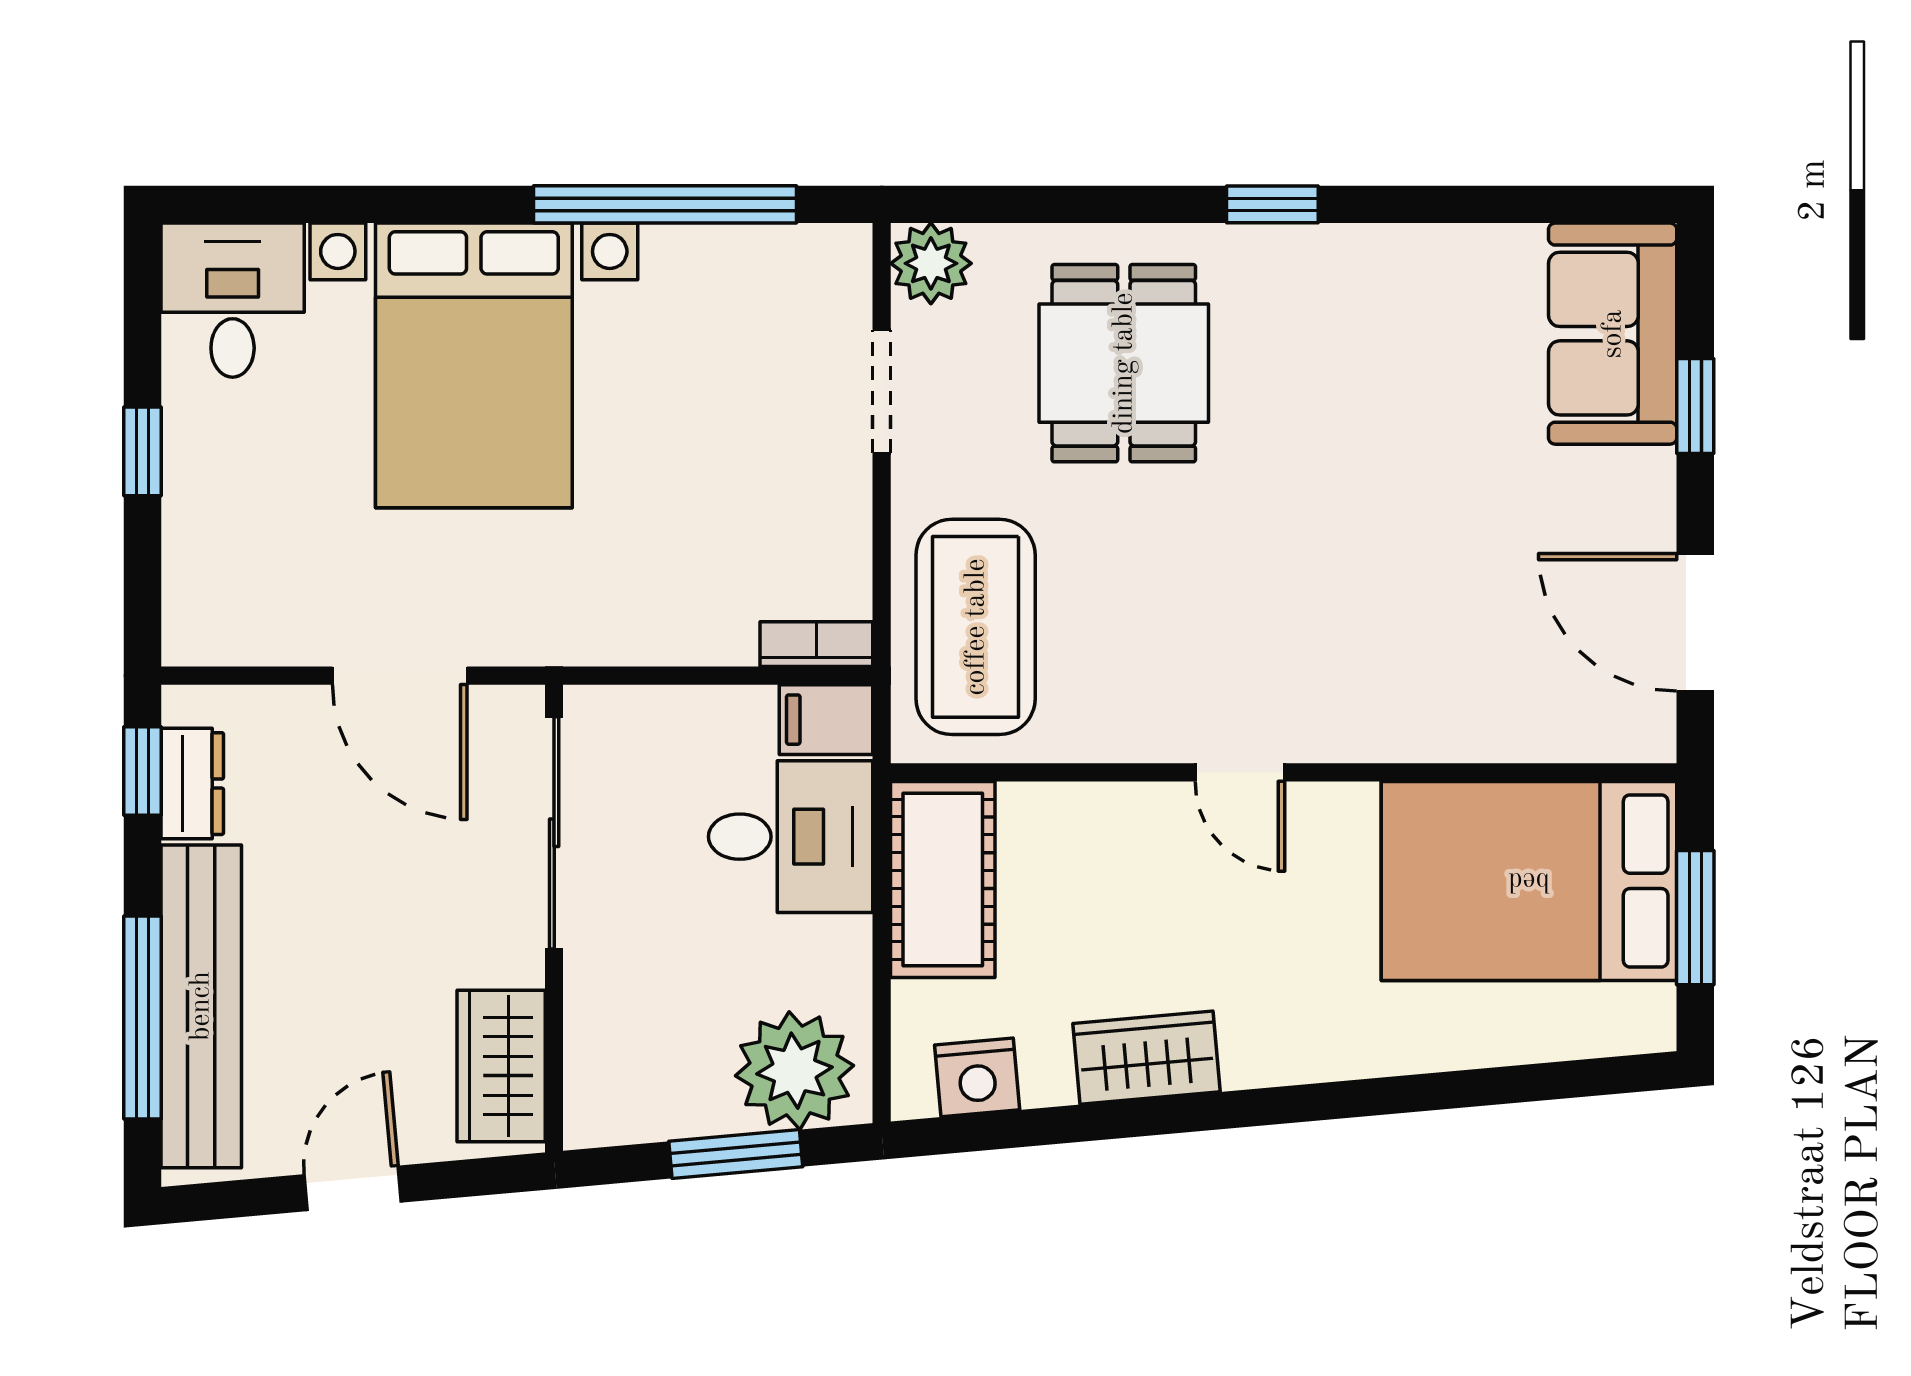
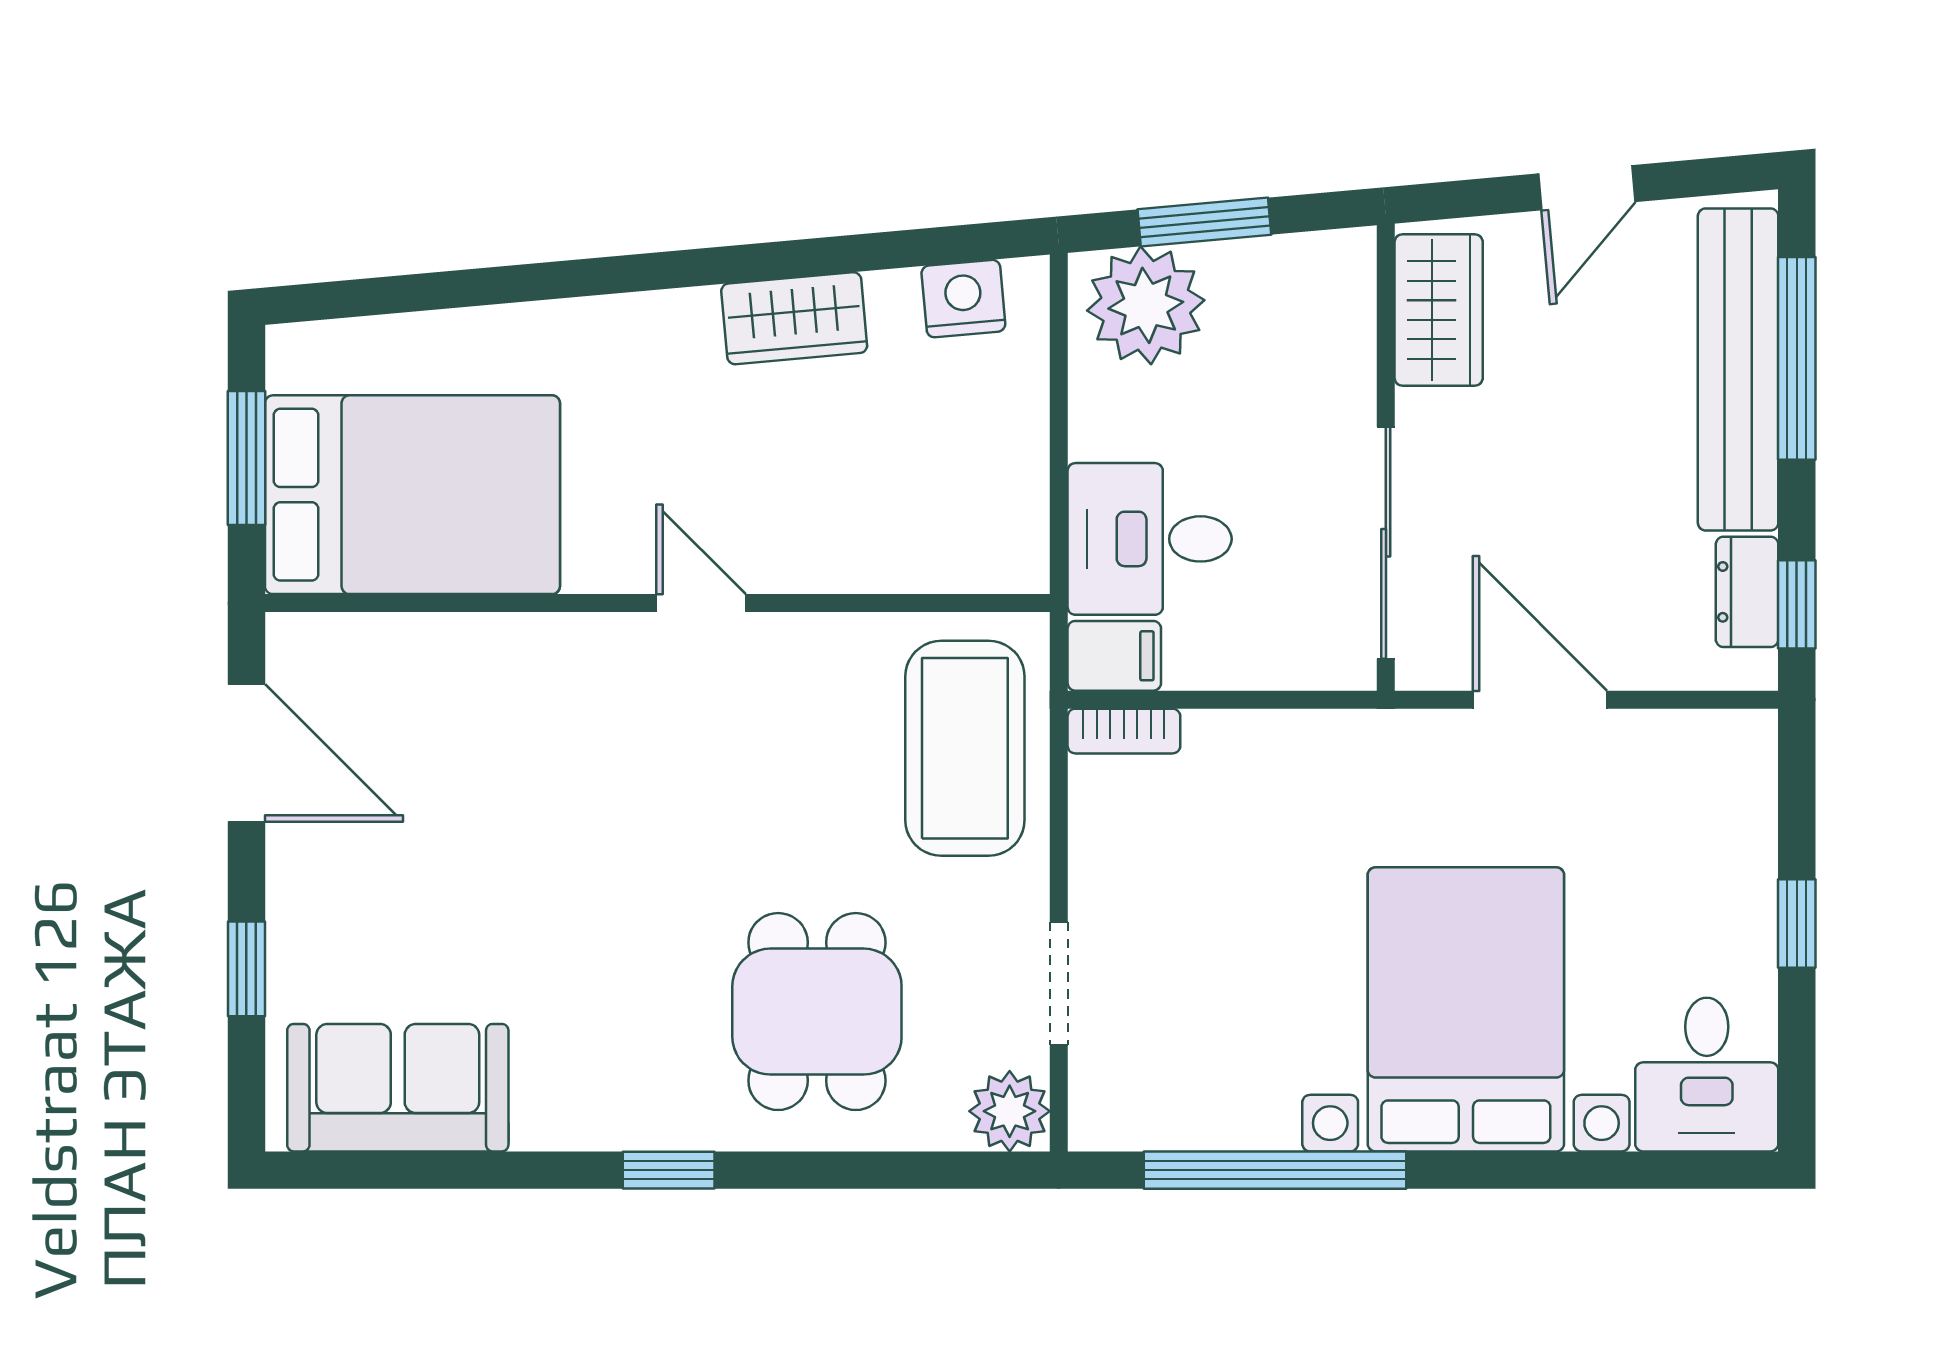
sofa: (1613, 334) -> (398, 1088), moved, turned -90
cot: (943, 879) -> (998, 496), removed

